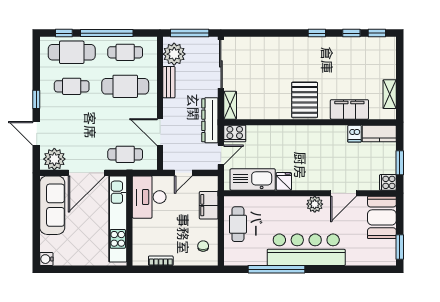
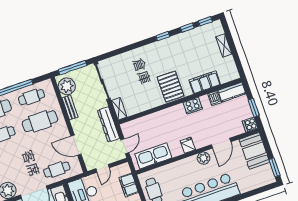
shelving: (390, 94) -> (224, 45), moved
cooker: (235, 134) -> (193, 106), moved
fridge: (284, 181) -> (188, 145), moved

